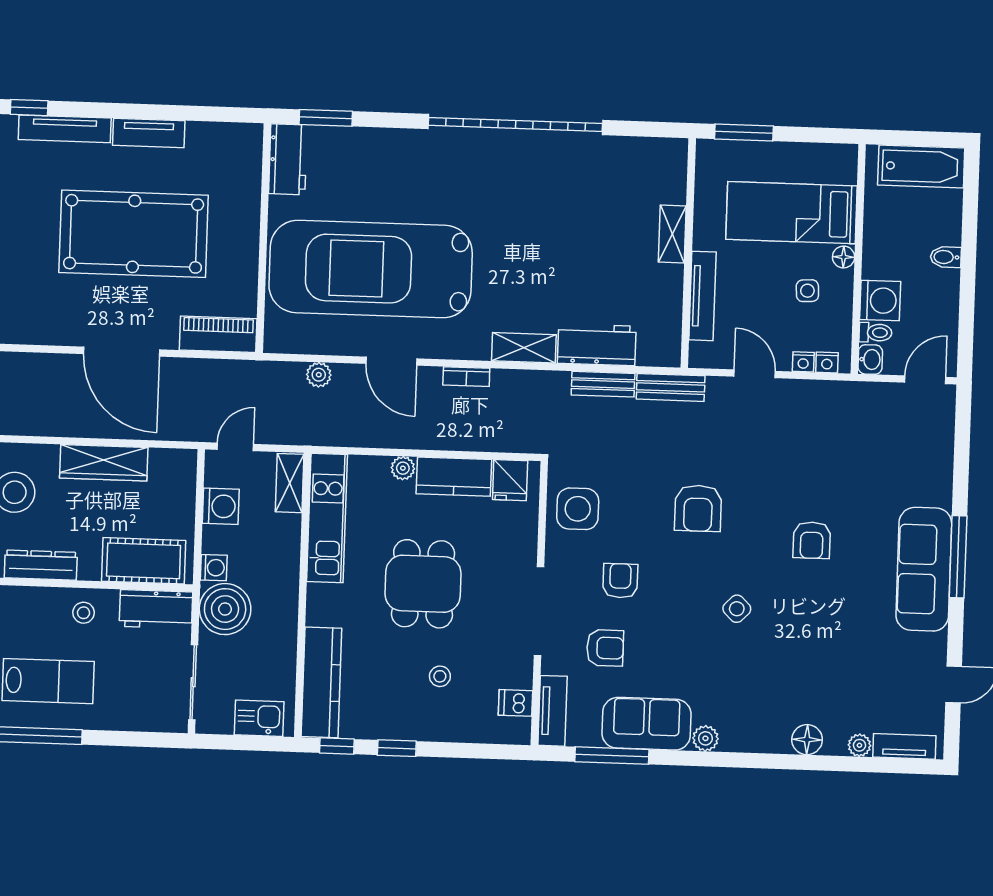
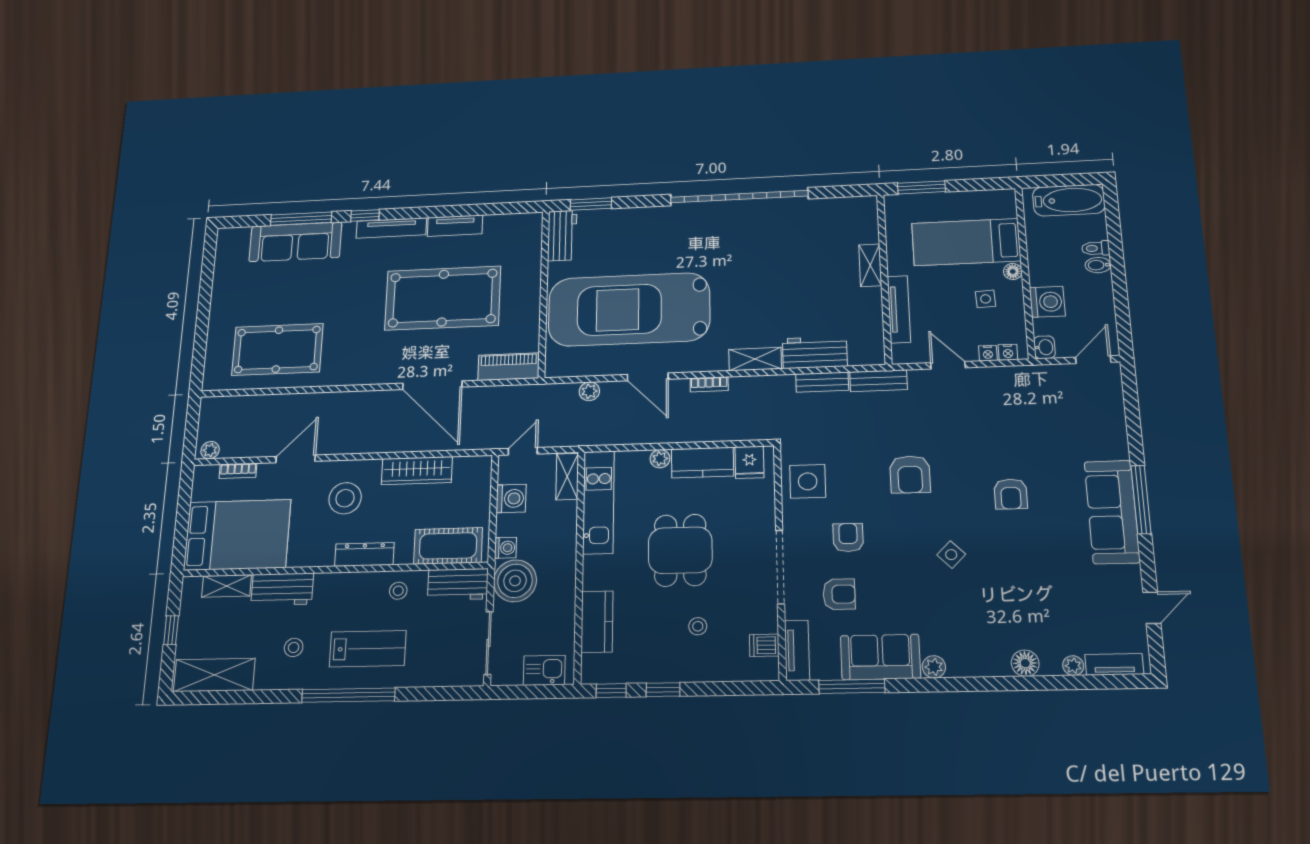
toilet: (875, 332) -> (1096, 248), moved, turned 180
kitchen counter: (321, 682) -> (597, 622), width x0.67

